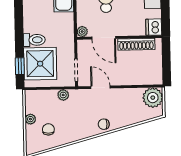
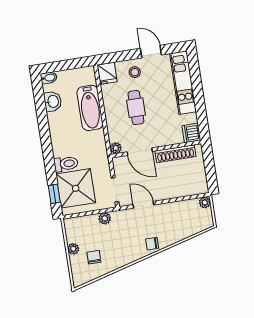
plant: (153, 98) -> (205, 202), width x0.53, depth x0.53

